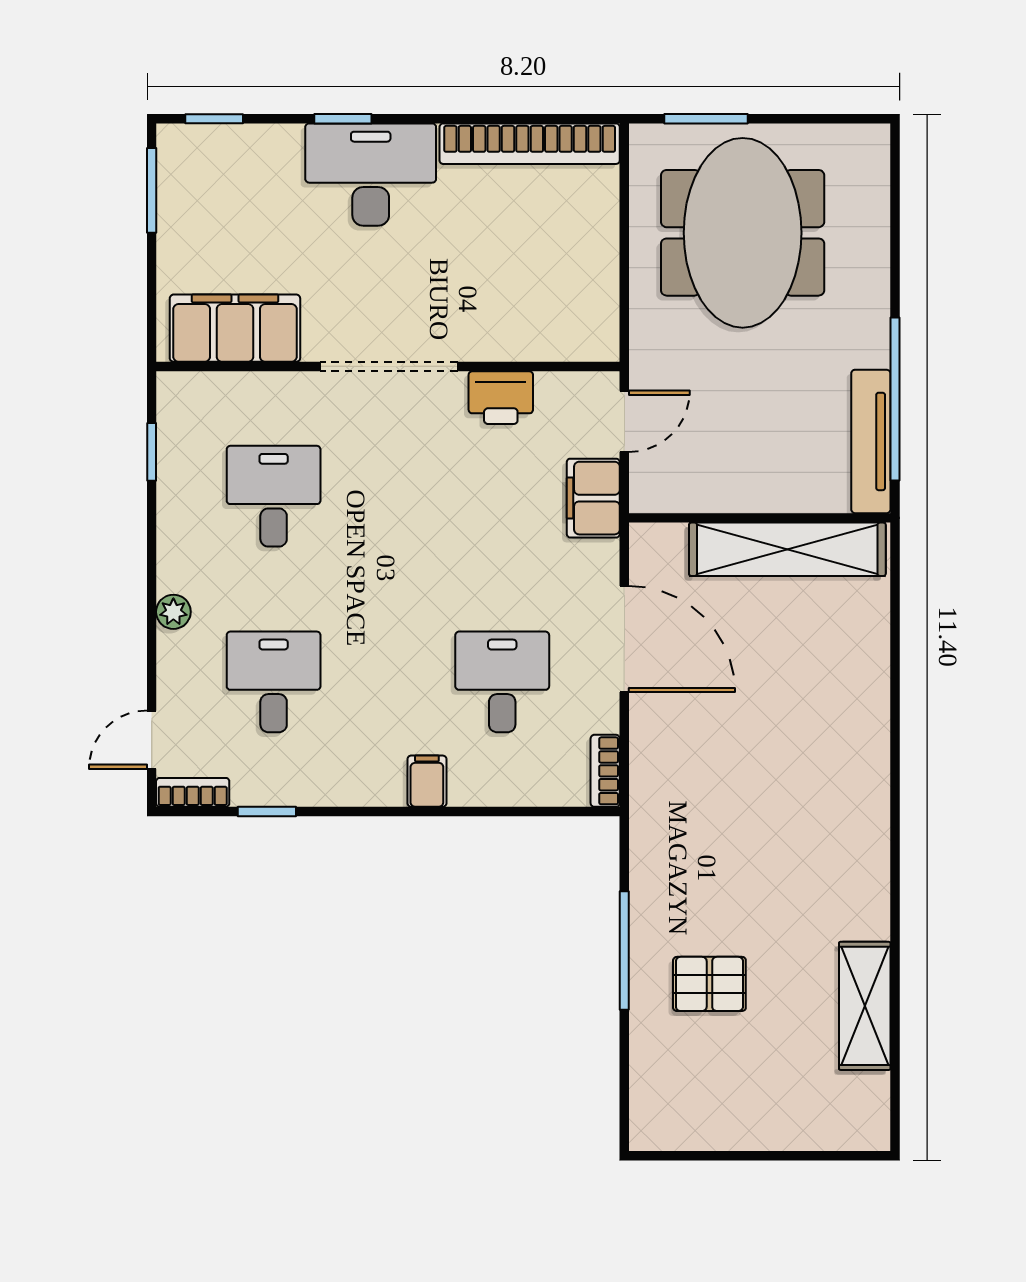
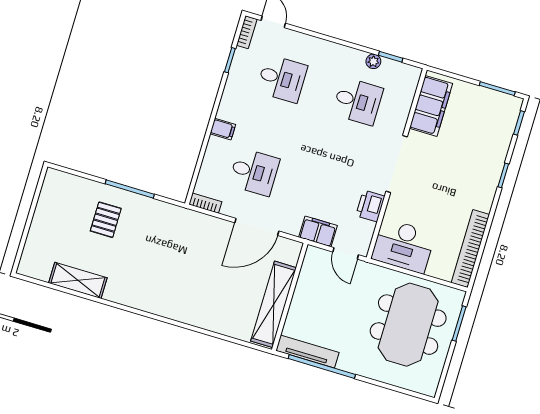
desk: (371, 175) -> (403, 246), moved, turned 90
meeting table: (743, 233) -> (408, 325), turned 90
plant: (173, 612) -> (373, 61), moved

